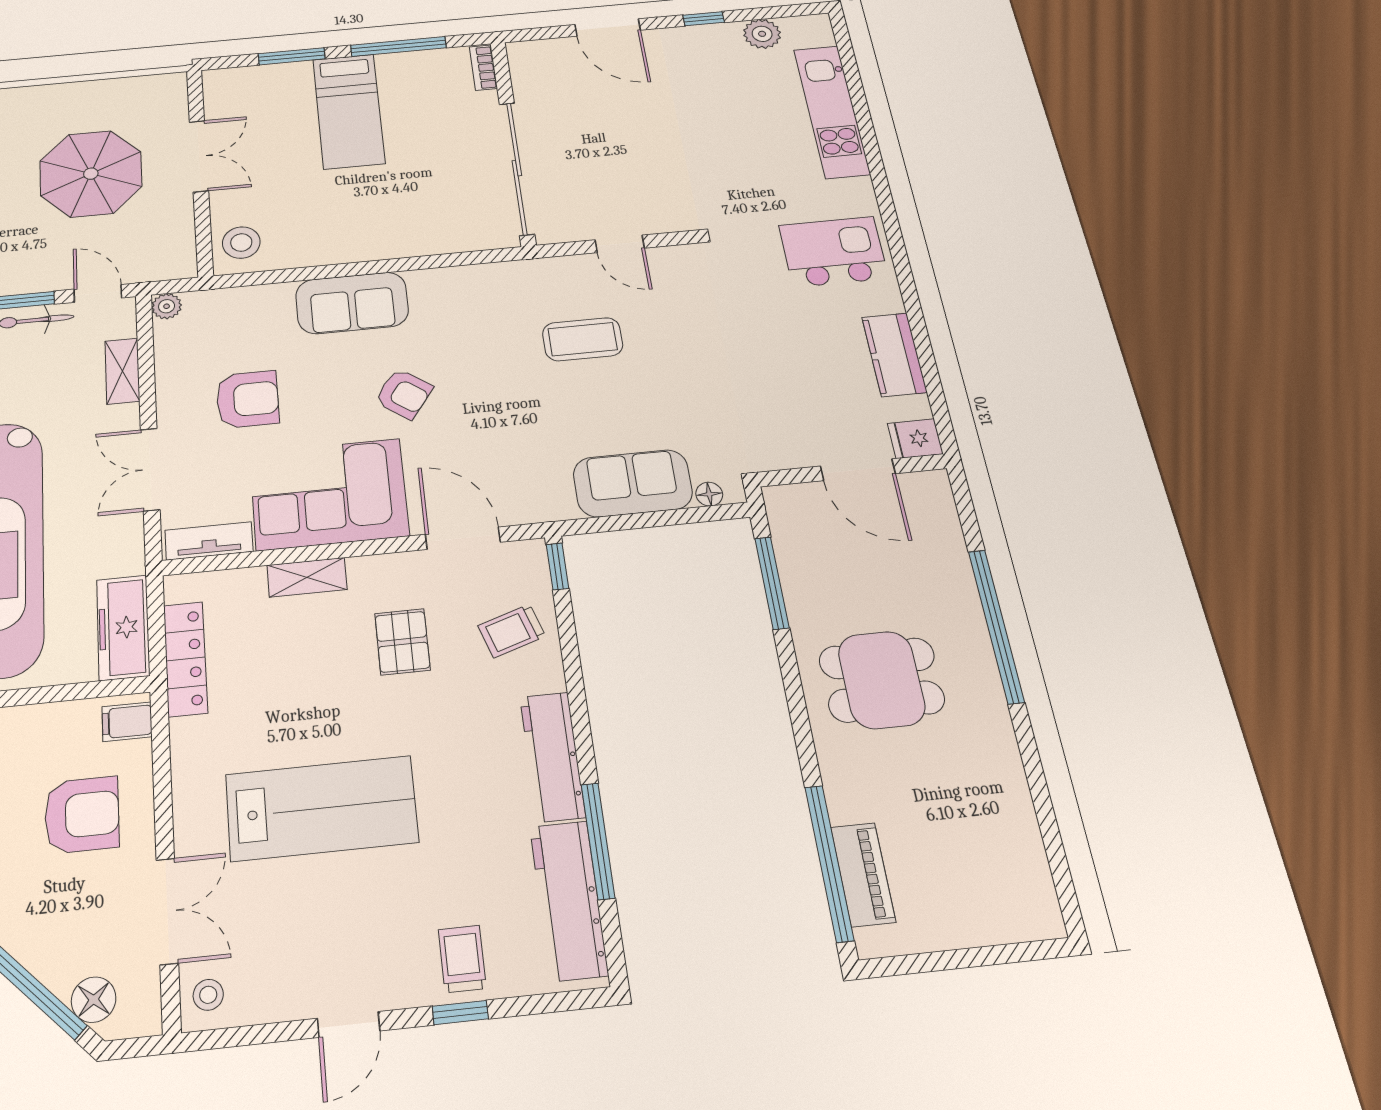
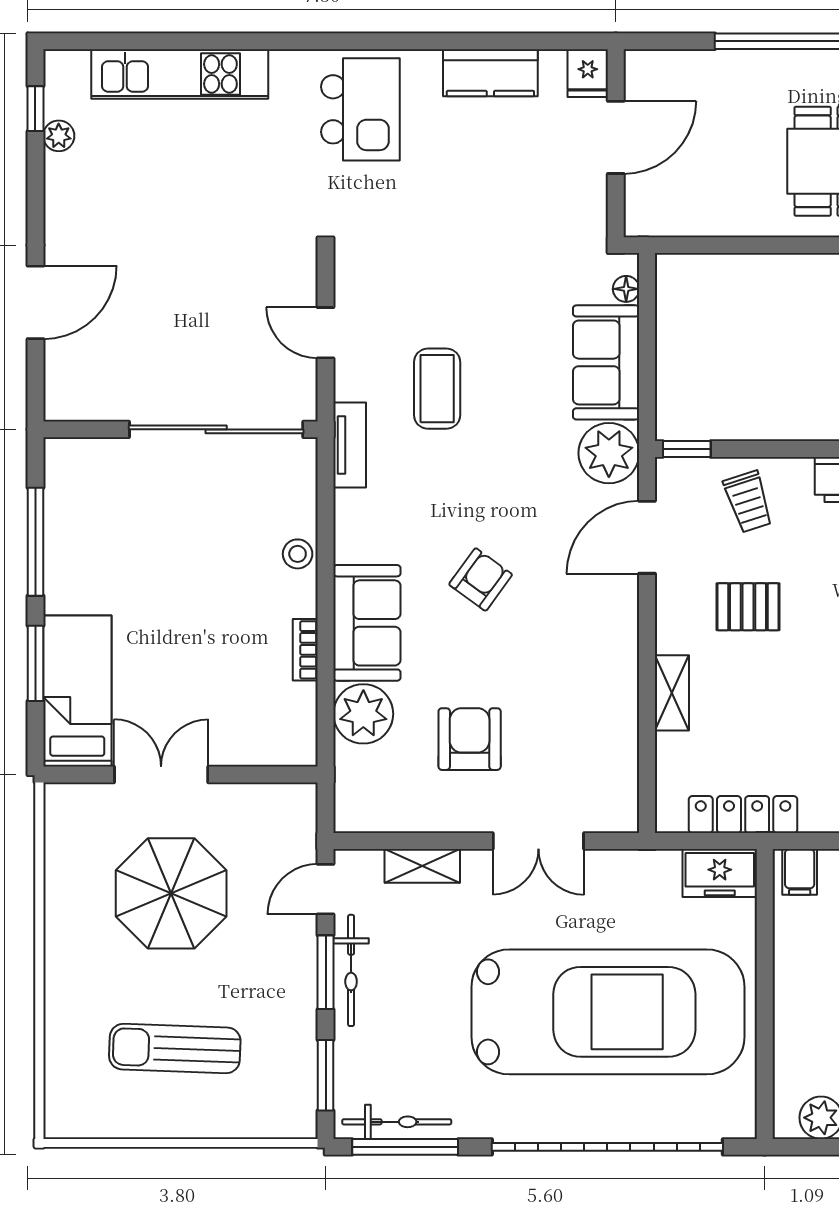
window: (704, 19) -> (35, 109), moved
plant: (762, 34) -> (59, 136), width x0.73, depth x0.73
bookcase: (483, 68) -> (305, 650), moved, turned 90
bed: (349, 111) -> (77, 691), moved, turned -90
stool: (241, 243) -> (298, 554), moved, width x0.73, depth x0.73
door: (620, 244) -> (326, 333), swing flipped
kitchen island: (833, 252) -> (360, 109), turned 180
plant: (167, 306) -> (363, 714), moved, width x1.87, depth x1.87
corner sofa: (329, 494) -> (585, 665), removed
plant: (543, 495) -> (609, 453), added
tv unit: (209, 541) -> (350, 445), moved, turned 180
window: (772, 583) -> (726, 245), removed
freezer: (123, 627) -> (720, 873), width x0.71

